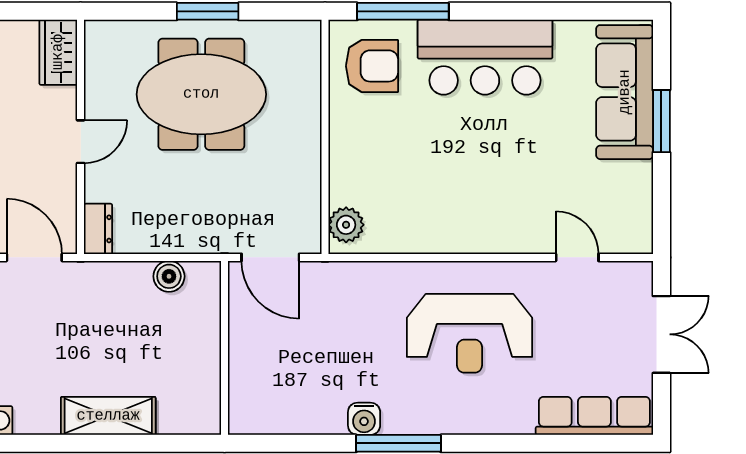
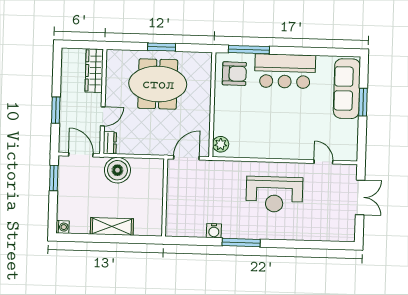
wardrobe: (58, 52) -> (94, 71), width x1.50
door: (81, 142) -> (103, 116), moved
door: (270, 257) -> (186, 158), swing flipped
boiler: (169, 276) -> (117, 170), moved, width x1.86, depth x1.86
row of seats: (594, 416) -> (329, 233), removed
water cooler: (364, 419) -> (214, 231), moved

